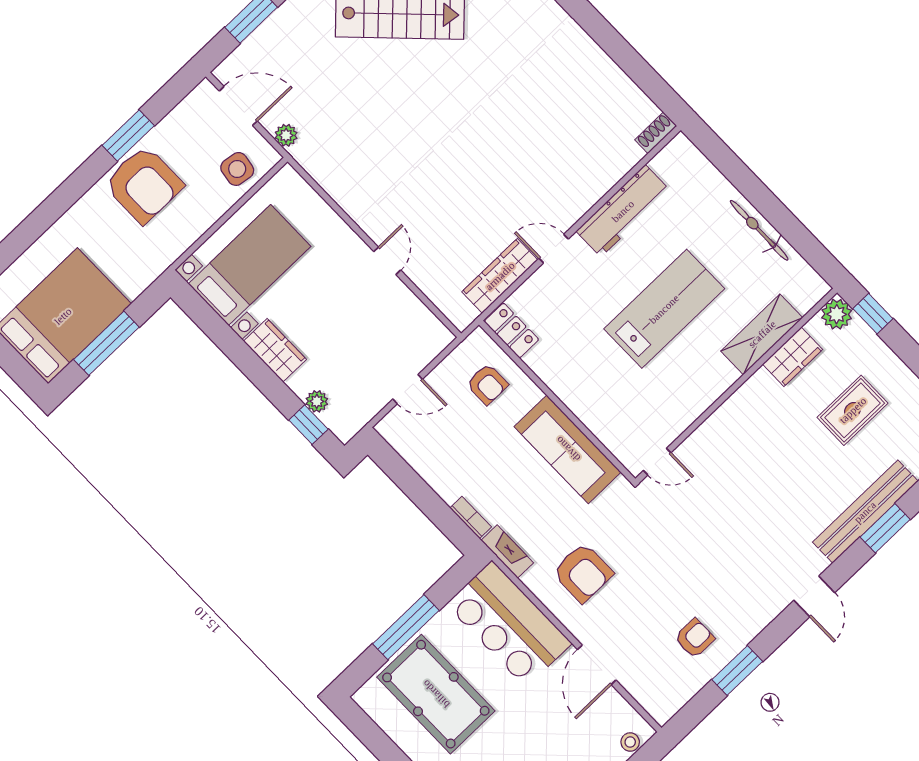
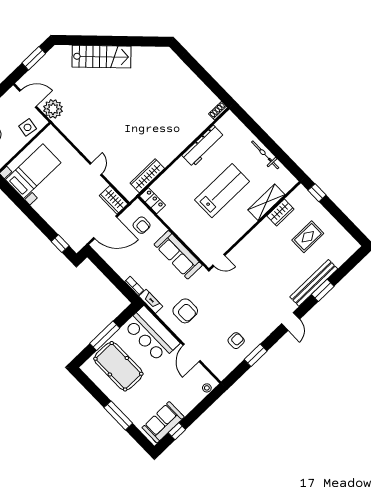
plant: (286, 135) -> (53, 109), width x1.87, depth x1.87
door: (554, 249) -> (172, 163), removed
plant: (837, 314) -> (301, 193), removed
wardrobe: (275, 350) -> (113, 200), moved, turned 180
door: (408, 389) -> (105, 227), width x1.87
plant: (317, 401) -> (64, 233), removed

